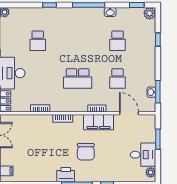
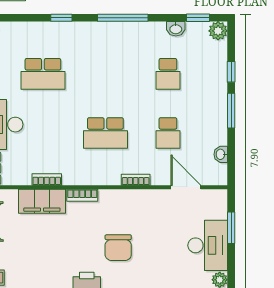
washbasin: (110, 12) -> (176, 29), moved
school desk: (38, 41) -> (43, 74), width x1.85
window: (158, 92) -> (231, 111), moved
filing cabinet: (99, 122) -> (42, 201), moved
desk: (143, 155) -> (208, 245), width x1.37

